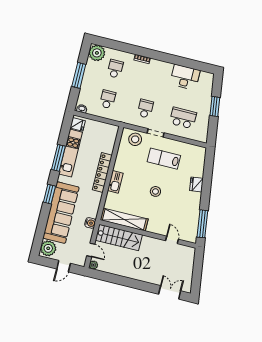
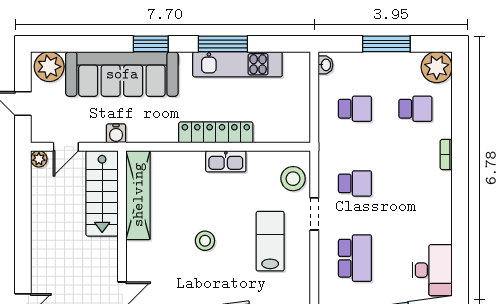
desk: (185, 77) -> (432, 270), moved
fridge: (78, 124) -> (294, 64), removed
kitchen sink: (115, 182) -> (226, 161), moved

